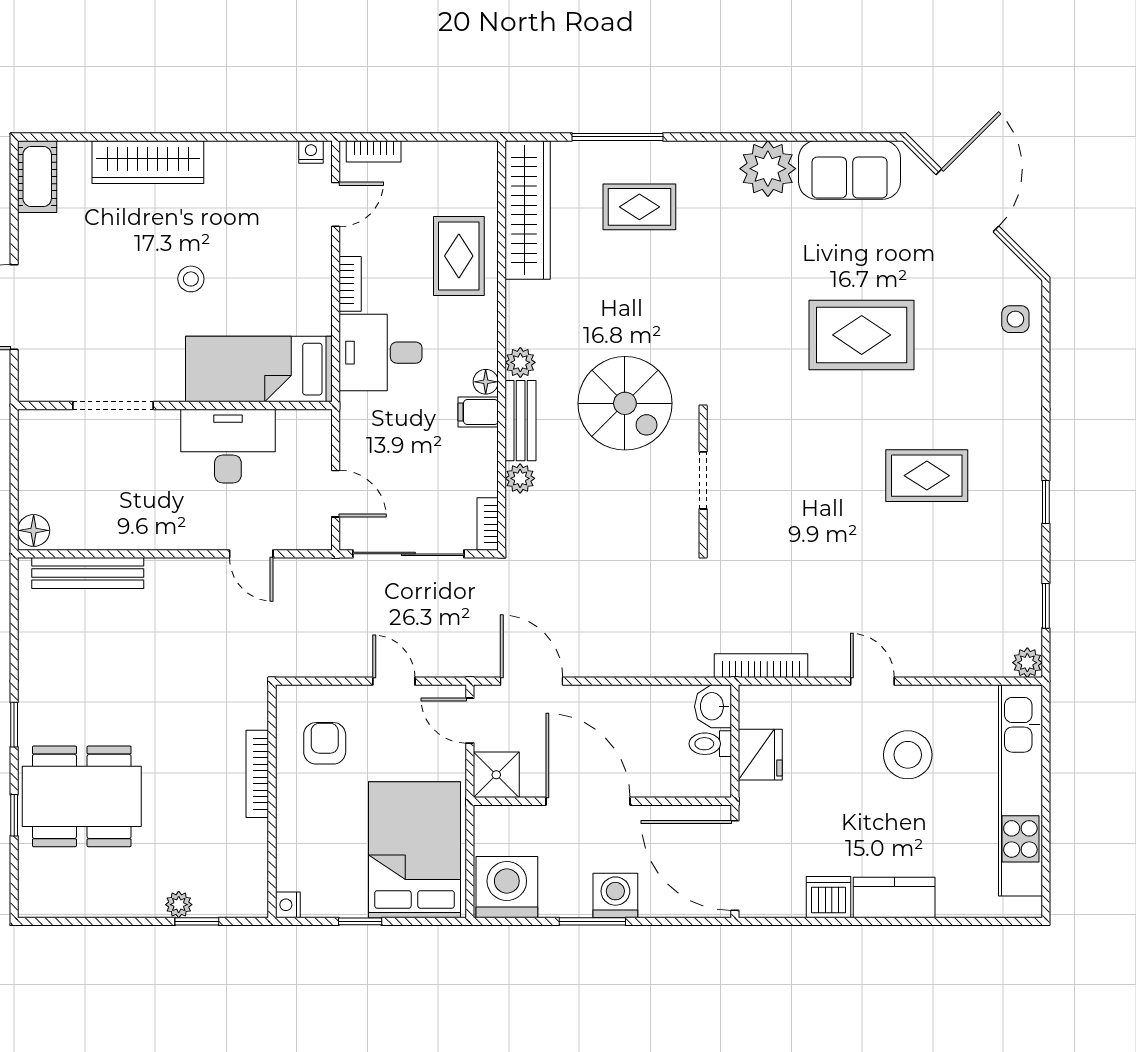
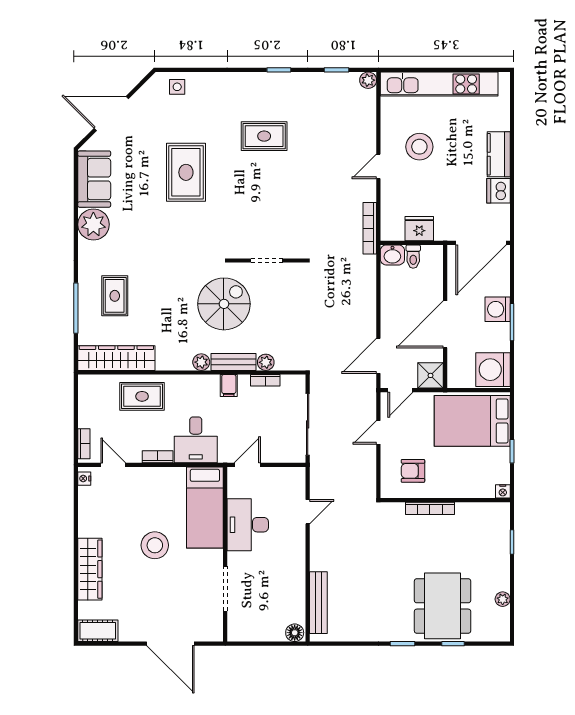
stool: (191, 279) -> (155, 545), width x1.89, depth x1.89
floor lamp: (486, 382) -> (212, 381), removed
rug: (927, 476) -> (264, 136), turned 90
door: (336, 494) -> (247, 465), moved
bookcase: (488, 524) -> (265, 380), moved
plant: (179, 905) -> (503, 599), moved

